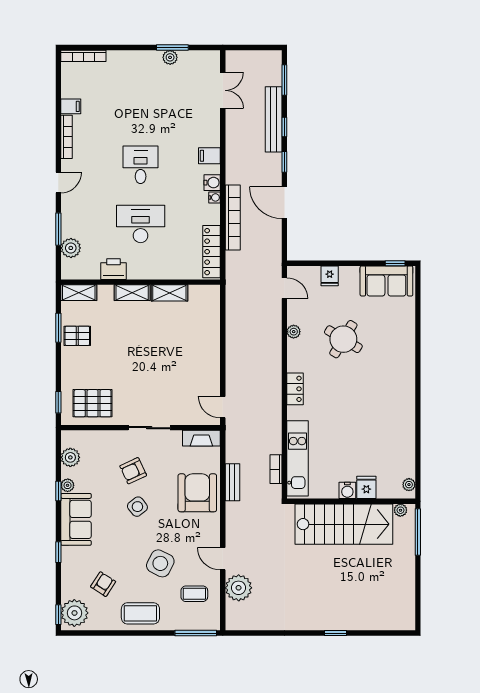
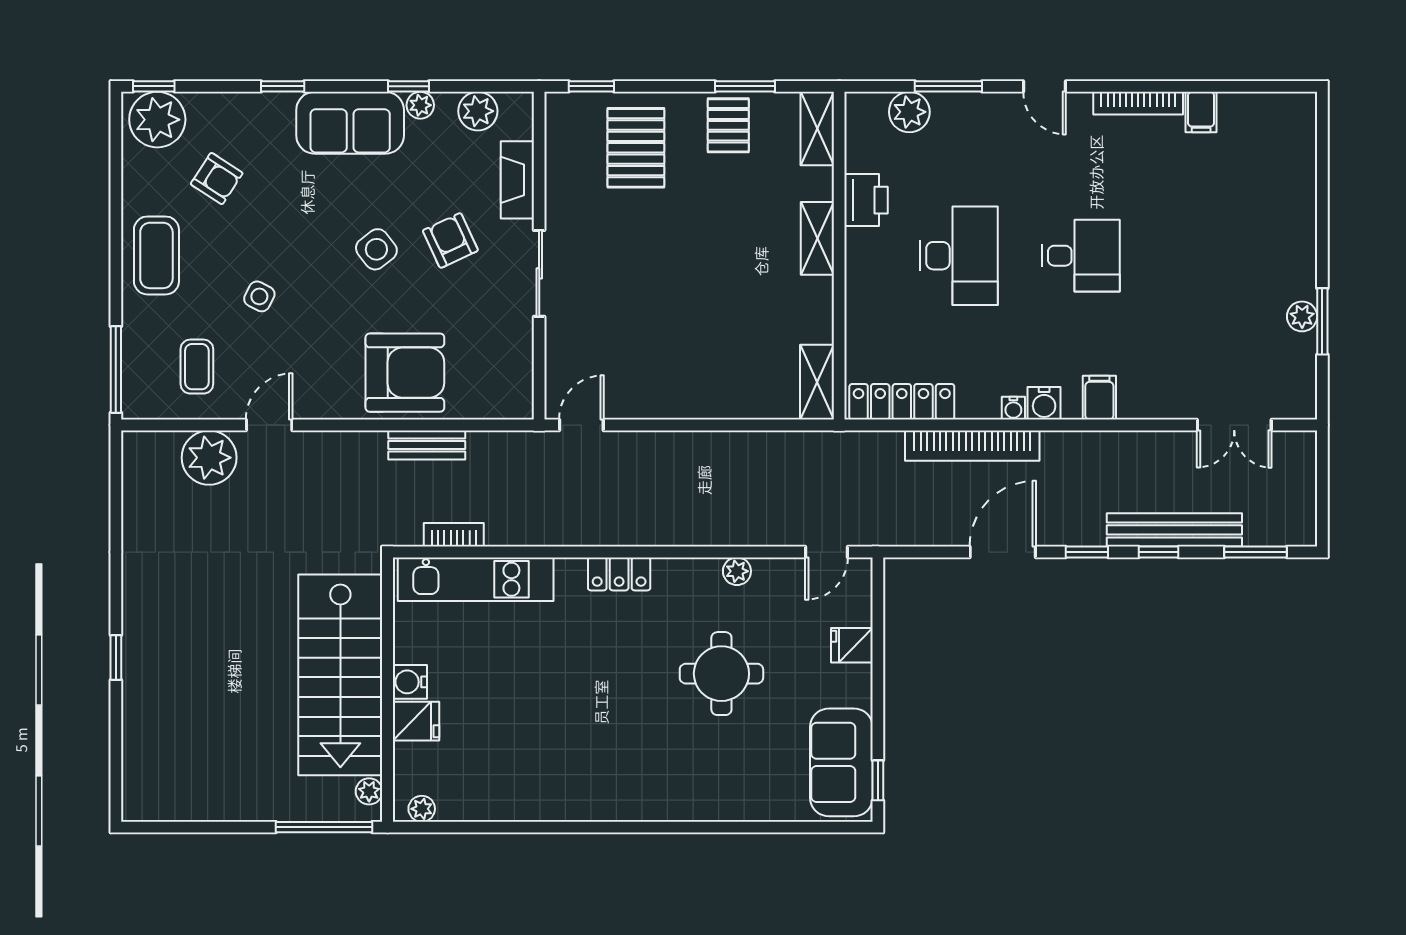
bookcase: (83, 56) -> (1305, 138), removed
shelving: (169, 293) -> (817, 382), moved
round table: (343, 339) -> (721, 674), turned -31
pallet: (93, 403) -> (636, 148), moved
fireplace: (201, 438) -> (517, 180), moved
side table: (160, 563) -> (259, 296), width x0.54, depth x0.54

